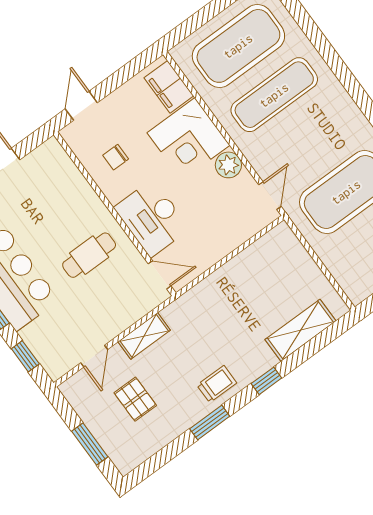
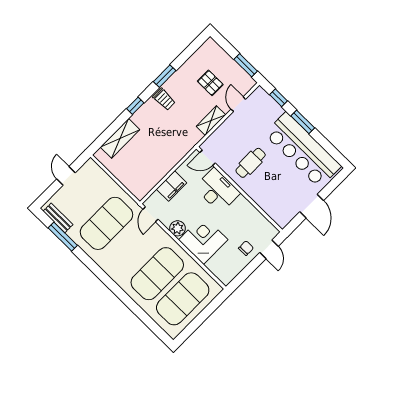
filing cabinet: (169, 87) -> (172, 186), moved, turned 90
exercise mat: (274, 95) -> (157, 274), width x1.47
chair: (116, 157) -> (246, 248), moved
trolley: (217, 384) -> (164, 99), turned -90
window: (90, 444) -> (246, 65), moved

